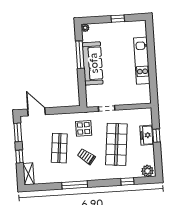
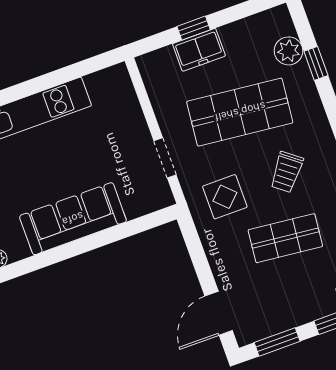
window: (80, 55) -> (62, 253), removed
plant: (147, 171) -> (289, 51), moved

